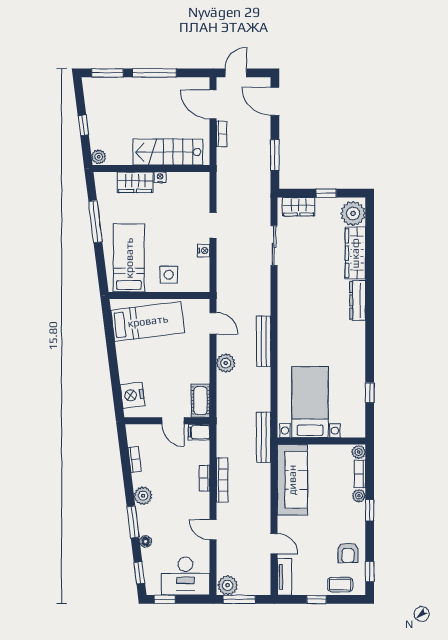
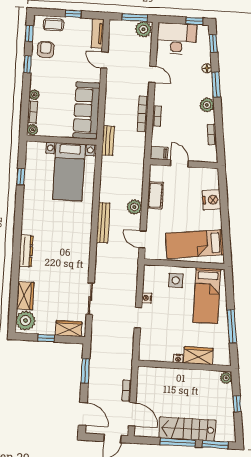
stairs: (168, 152) -> (187, 429), moved, turned 180
wardrobe: (355, 253) -> (25, 296), width x0.67
nightstand: (132, 395) -> (212, 200), moved
cot: (201, 401) -> (155, 195), moved
bench: (264, 437) -> (108, 141), width x0.73
window: (370, 510) -> (27, 64), moved

